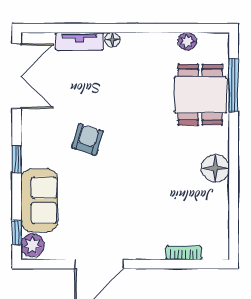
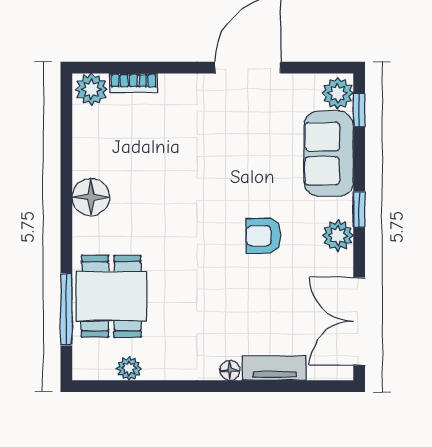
armchair: (87, 139) -> (264, 236), turned 73
plant: (32, 140) -> (338, 236), added
plant: (215, 248) -> (91, 89), added

